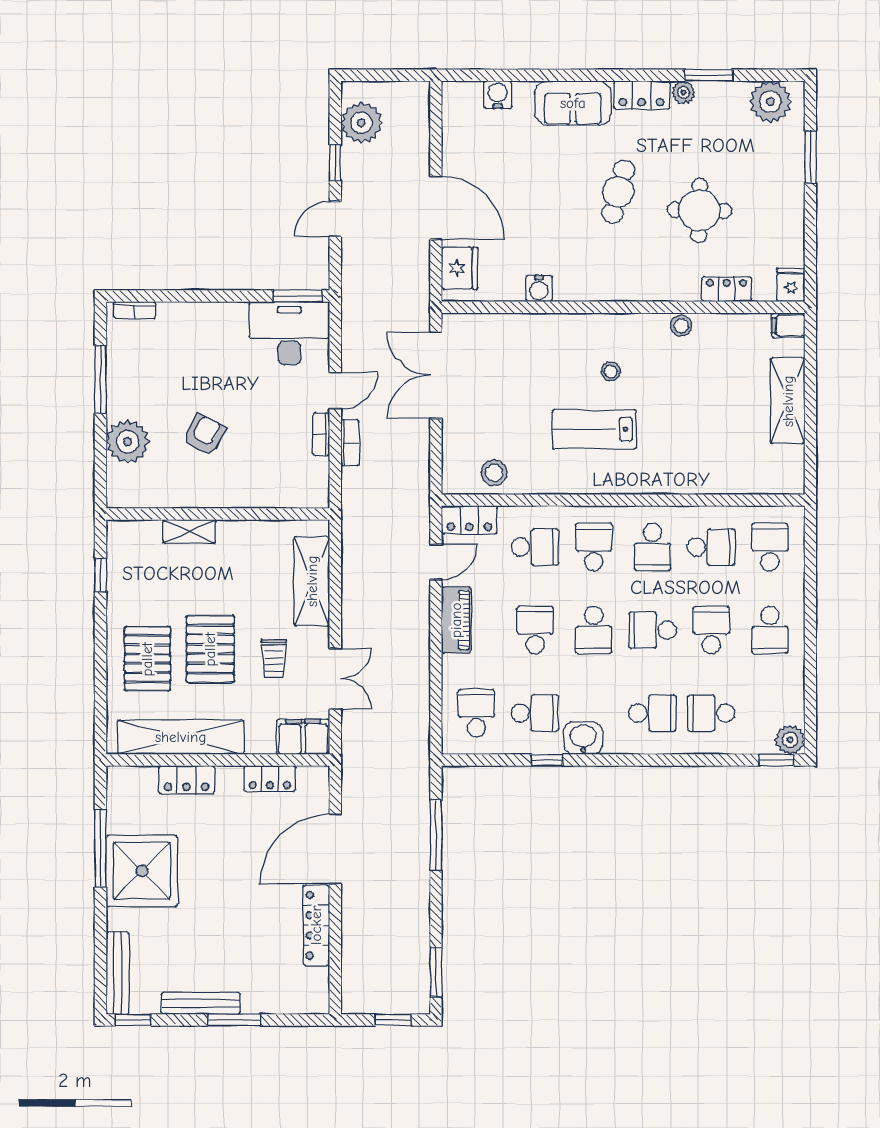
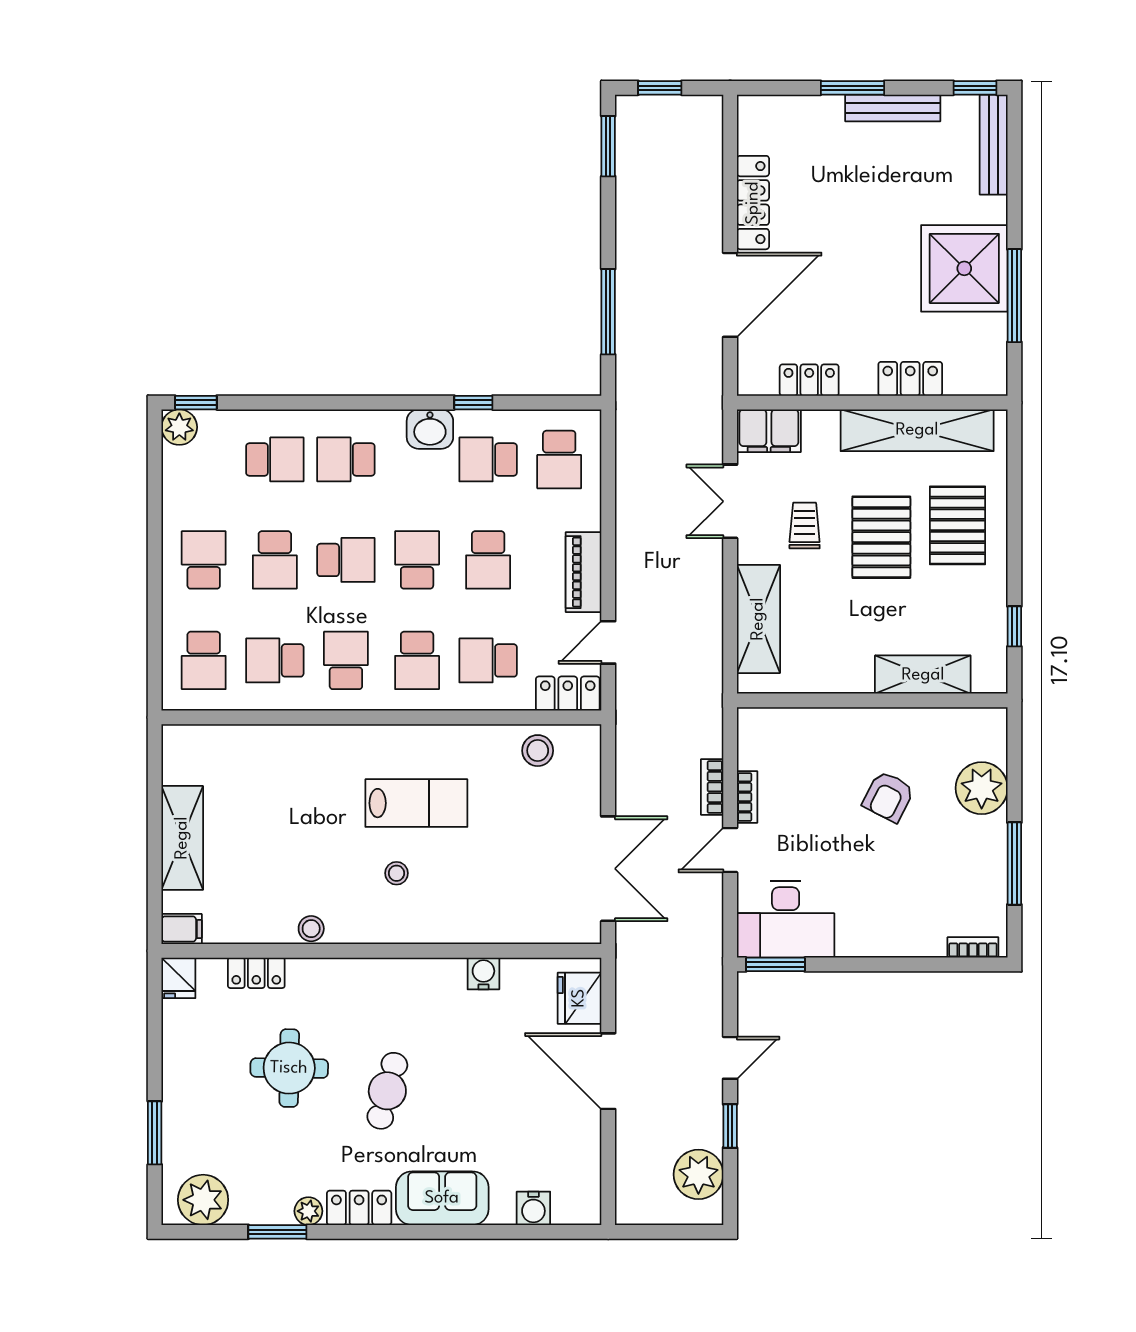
shelving: (189, 532) -> (923, 675), width x1.50, depth x1.33

